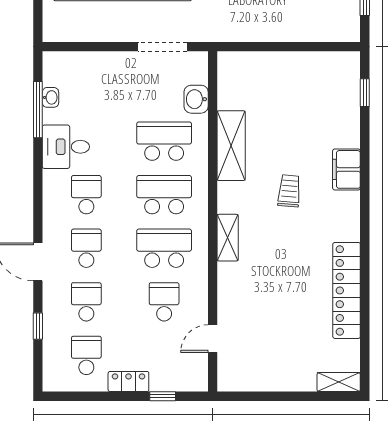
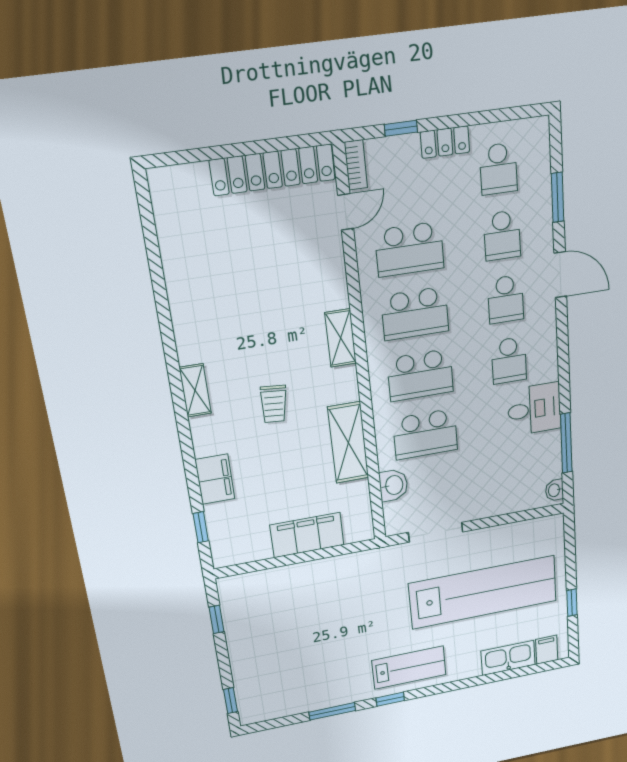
filing cabinet: (276, 67) -> (307, 535), added
washbasin: (50, 97) -> (554, 490), moved
filing cabinet: (346, 169) -> (215, 479), moved
locker: (347, 290) -> (273, 170), moved, turned 90
school desk: (164, 302) -> (409, 249), width x1.85
window: (38, 326) -> (558, 197), width x1.50
bookcase: (201, 373) -> (356, 165), added
shelving: (339, 382) -> (195, 390), moved, turned 90

